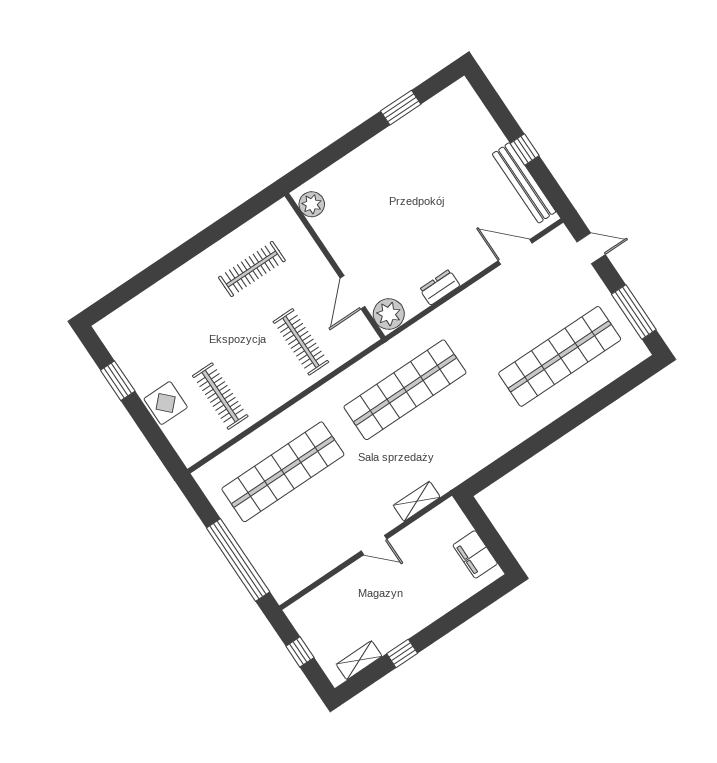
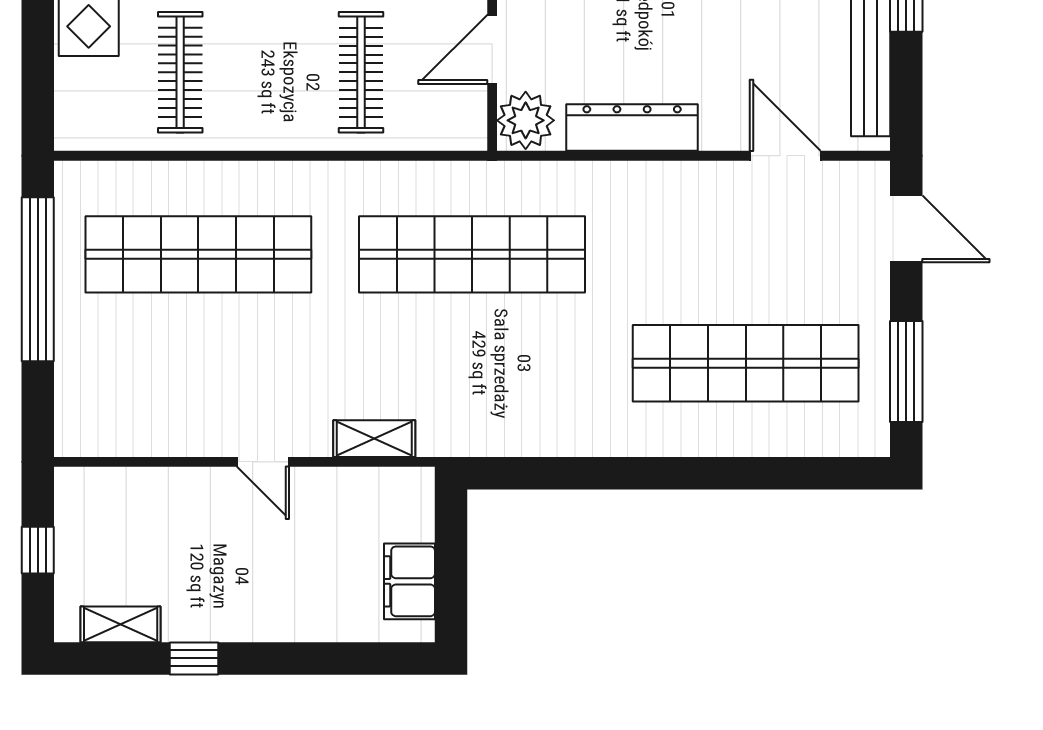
door: (591, 248) -> (906, 229), width x1.38
dresser: (440, 287) -> (632, 127), width x1.96, depth x1.24
window: (238, 560) -> (38, 279), moved

